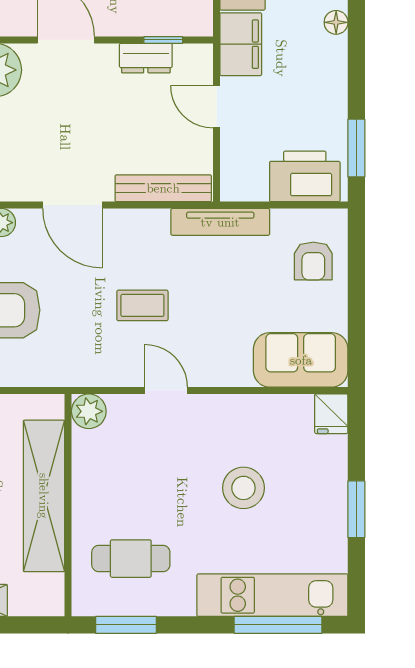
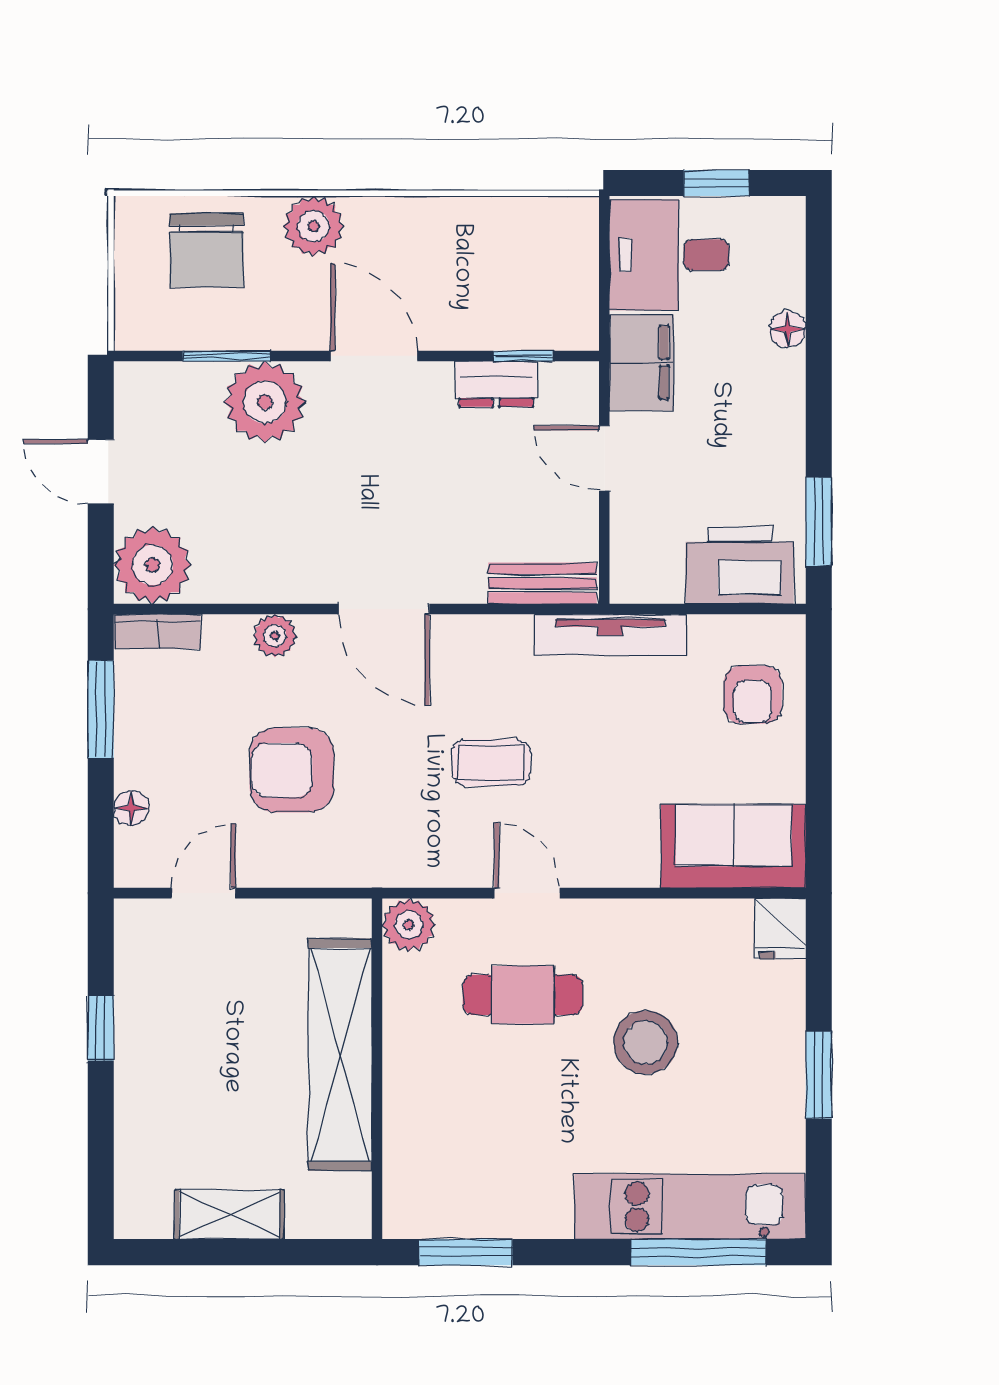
bench: (163, 188) -> (543, 583), width x0.73
cafe table: (131, 559) -> (523, 995), moved

